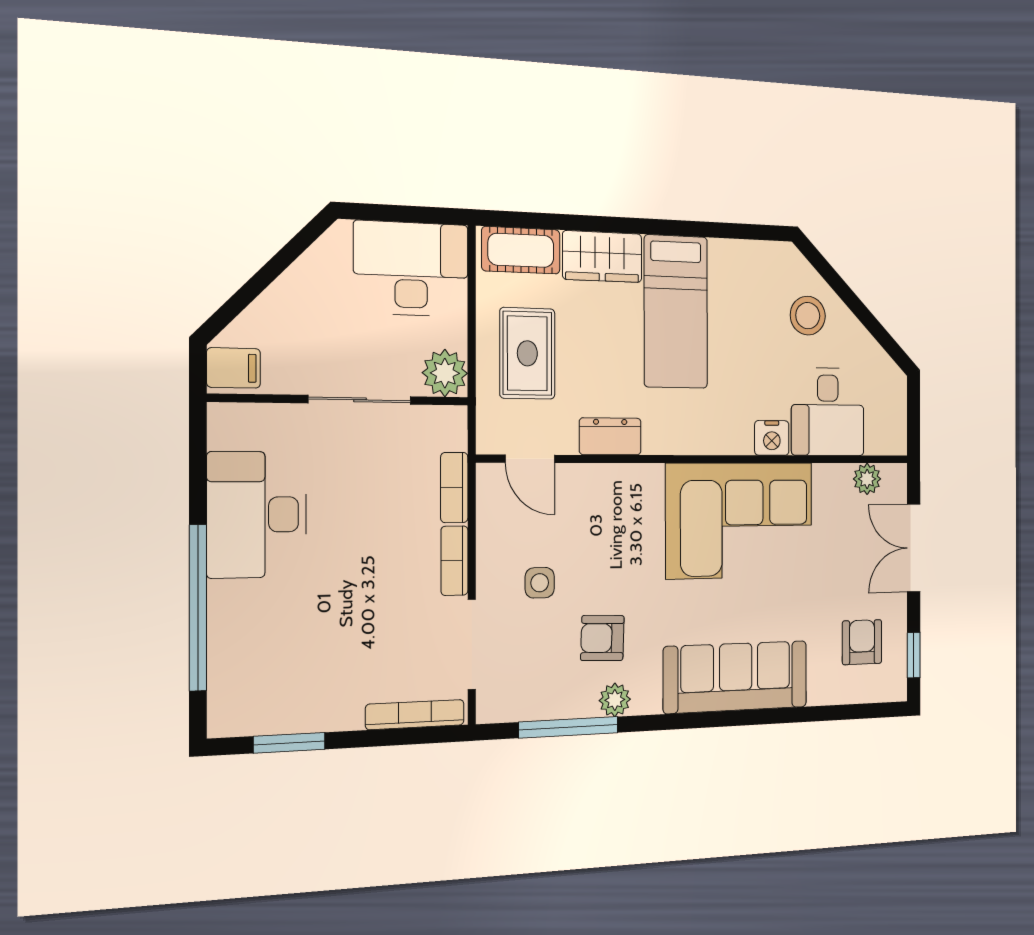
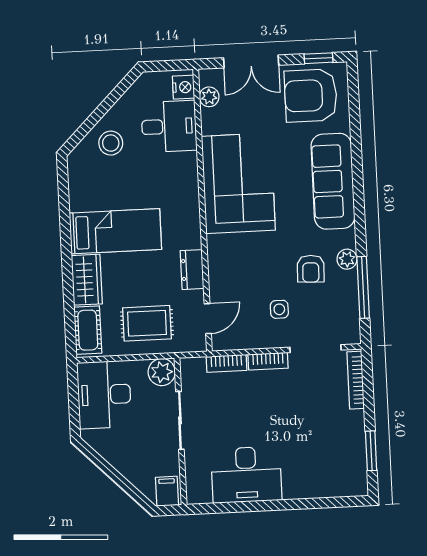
nightstand: (772, 438) -> (183, 87), moved
window: (198, 608) -> (298, 504), removed
armchair: (862, 642) -> (311, 96), width x1.88, depth x1.88

